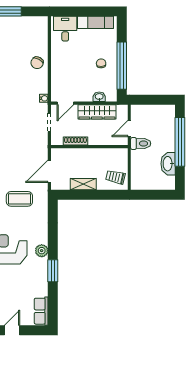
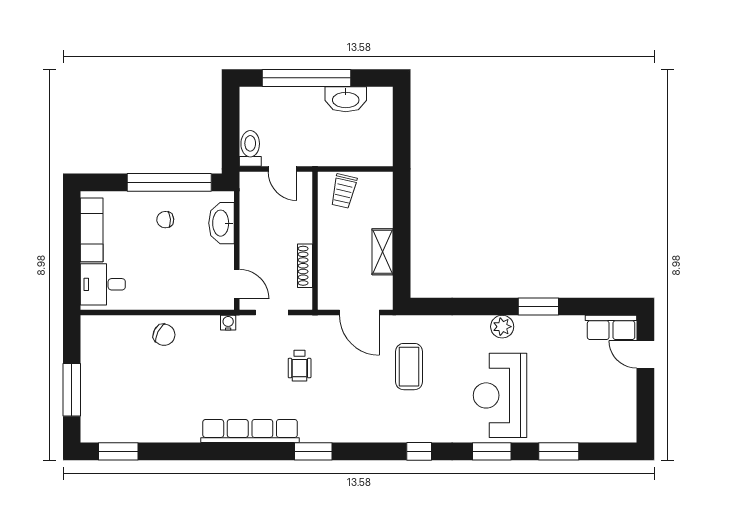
washbasin: (99, 97) -> (221, 223), width x1.91, depth x1.45
wardrobe: (97, 112) -> (252, 227), removed
wheelchair: (20, 138) -> (300, 366), added
toilet: (141, 143) -> (250, 148), moved
trolley: (115, 177) -> (344, 191), moved
door: (12, 330) -> (645, 354), moved

